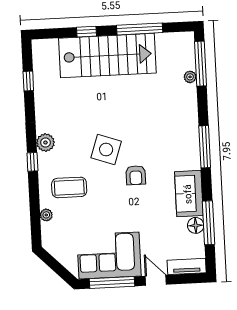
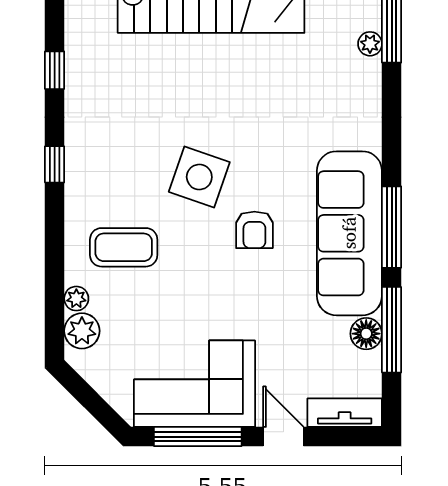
window: (28, 81) -> (55, 70), moved
plant: (45, 143) -> (82, 331), moved
window: (205, 147) -> (392, 227), moved
window: (32, 162) -> (55, 164), moved
sofa: (189, 194) -> (349, 233), width x1.85, depth x1.27

